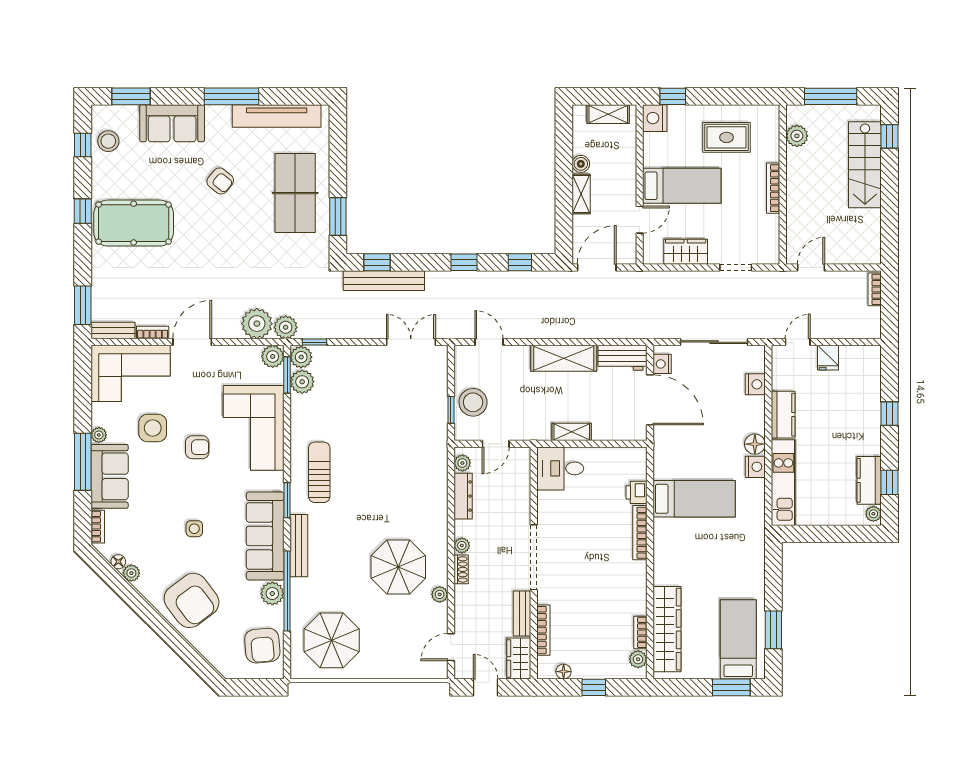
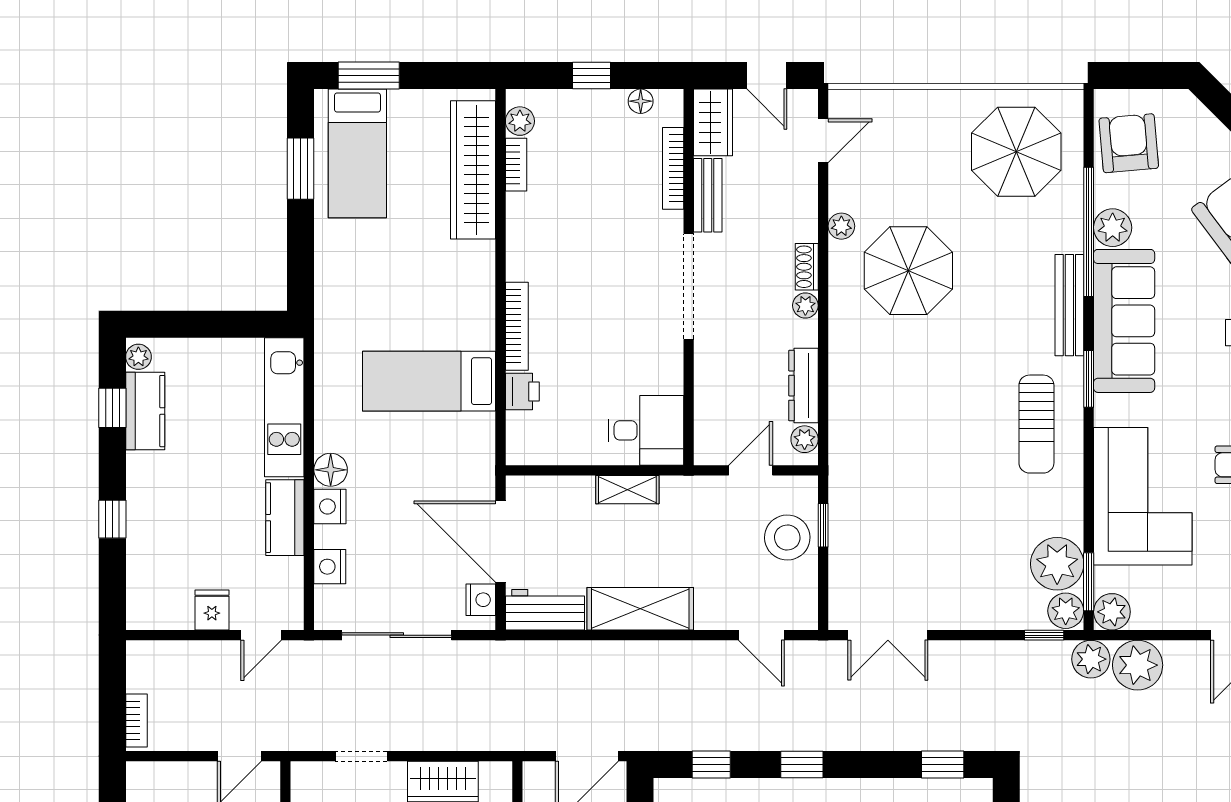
bench: (384, 281) -> (932, 735), removed
plant: (302, 382) -> (1057, 564), width x1.36, depth x1.36
nightstand: (755, 467) -> (330, 506), moved

